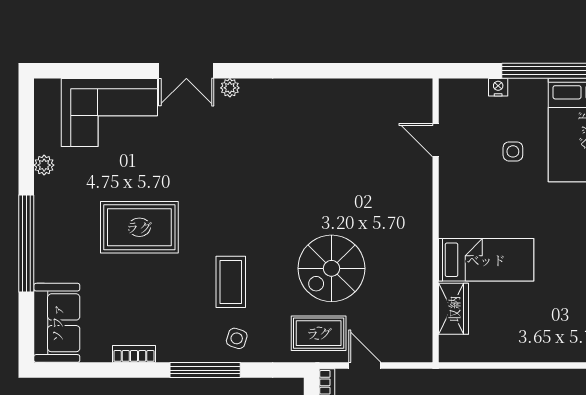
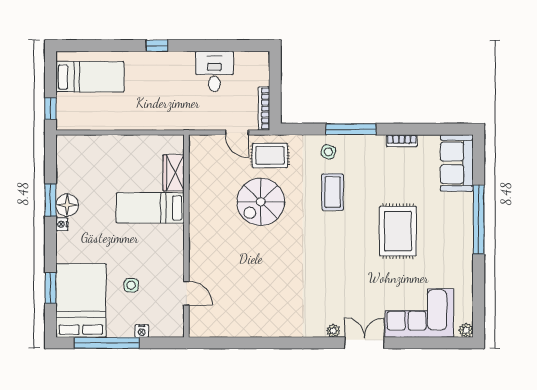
plant: (44, 165) -> (466, 330), moved
rug: (139, 227) -> (398, 231), turned 90
spiral stairs: (331, 268) -> (261, 202), turned 180

